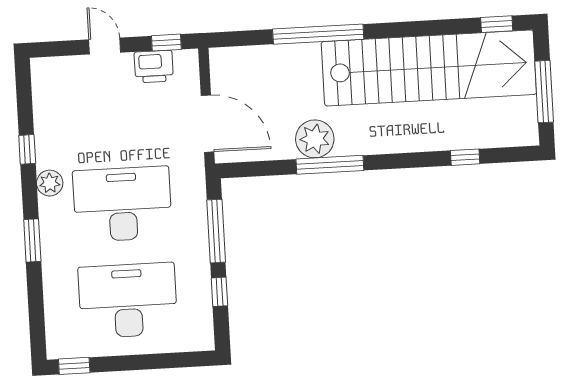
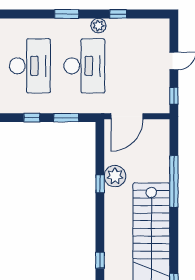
printer: (154, 67) -> (161, 88), removed
window: (330, 165) -> (100, 184), width x0.46
window: (216, 231) -> (66, 118), width x0.69

